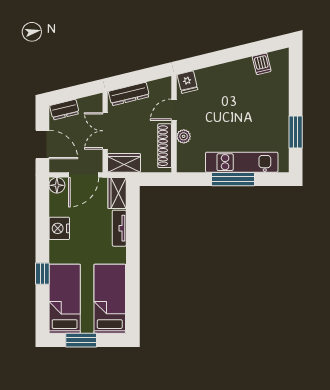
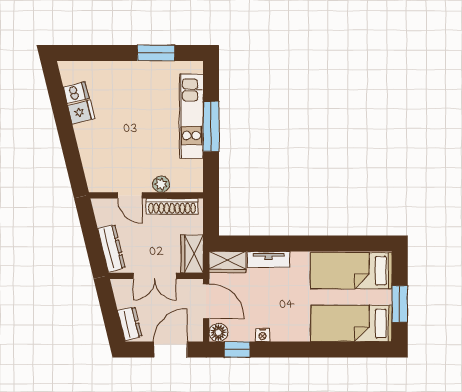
fridge: (187, 82) -> (81, 112), moved
nightstand: (59, 228) -> (263, 335), width x0.53, depth x0.56
window: (42, 274) -> (237, 350), moved

